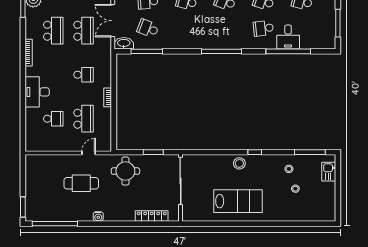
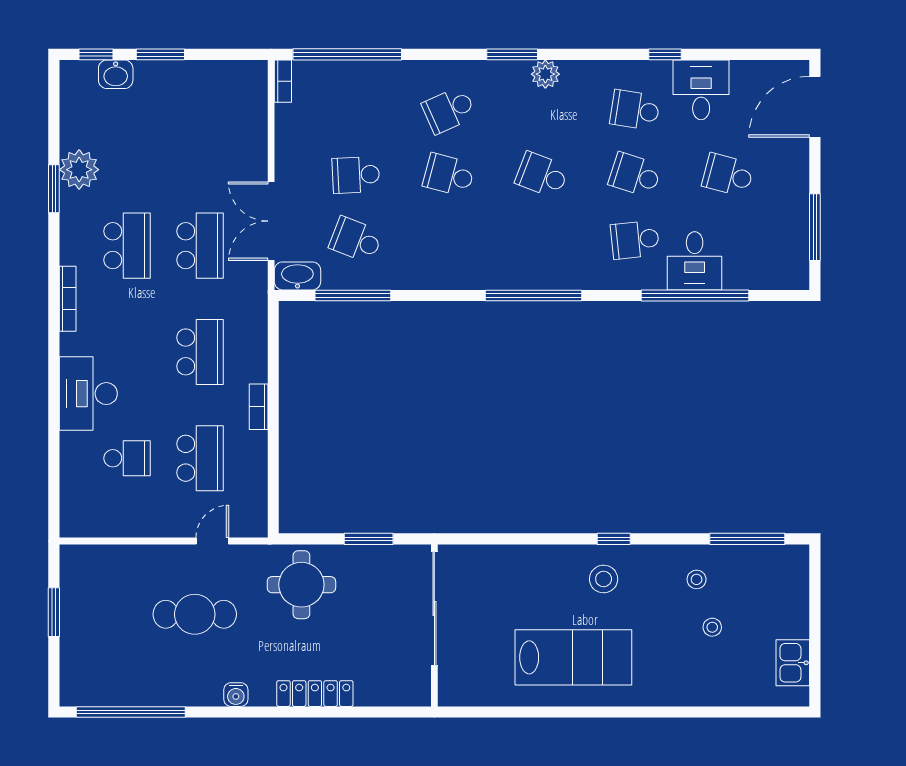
school desk: (83, 75) -> (200, 352), width x1.85
stool: (239, 163) -> (604, 579), moved
kitchen sink: (329, 172) -> (793, 663), moved
window: (23, 207) -> (54, 612), moved
locker: (152, 216) -> (315, 694), moved

